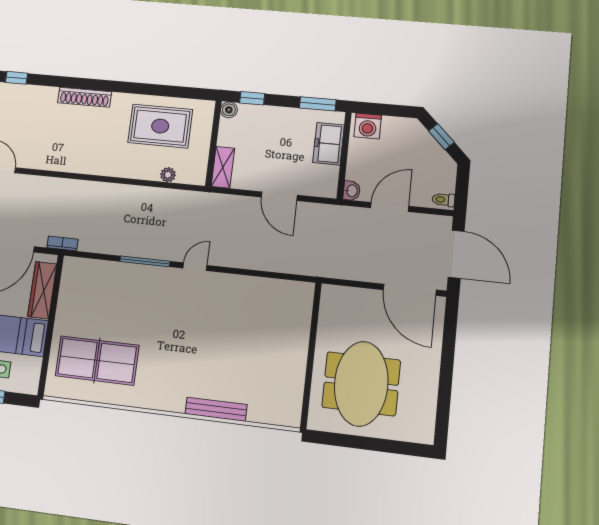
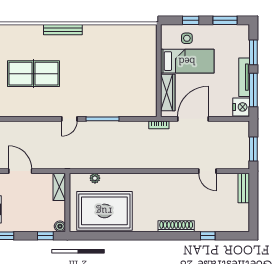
shoe rack: (85, 97) -> (176, 226), moved
rug: (160, 126) -> (104, 211), width x1.37, depth x1.44
table tennis table: (97, 361) -> (34, 74), moved
bench: (216, 409) -> (63, 30), moved

